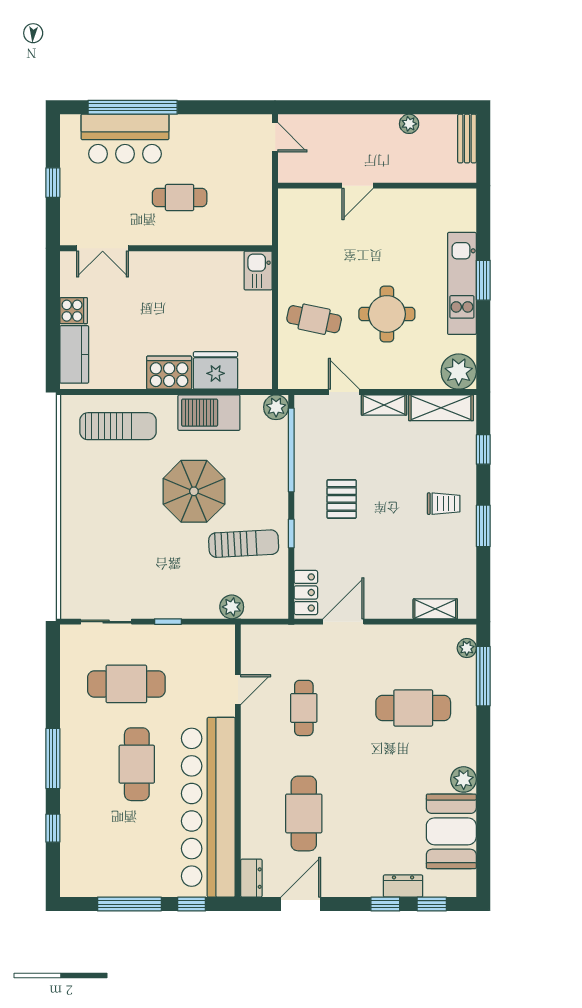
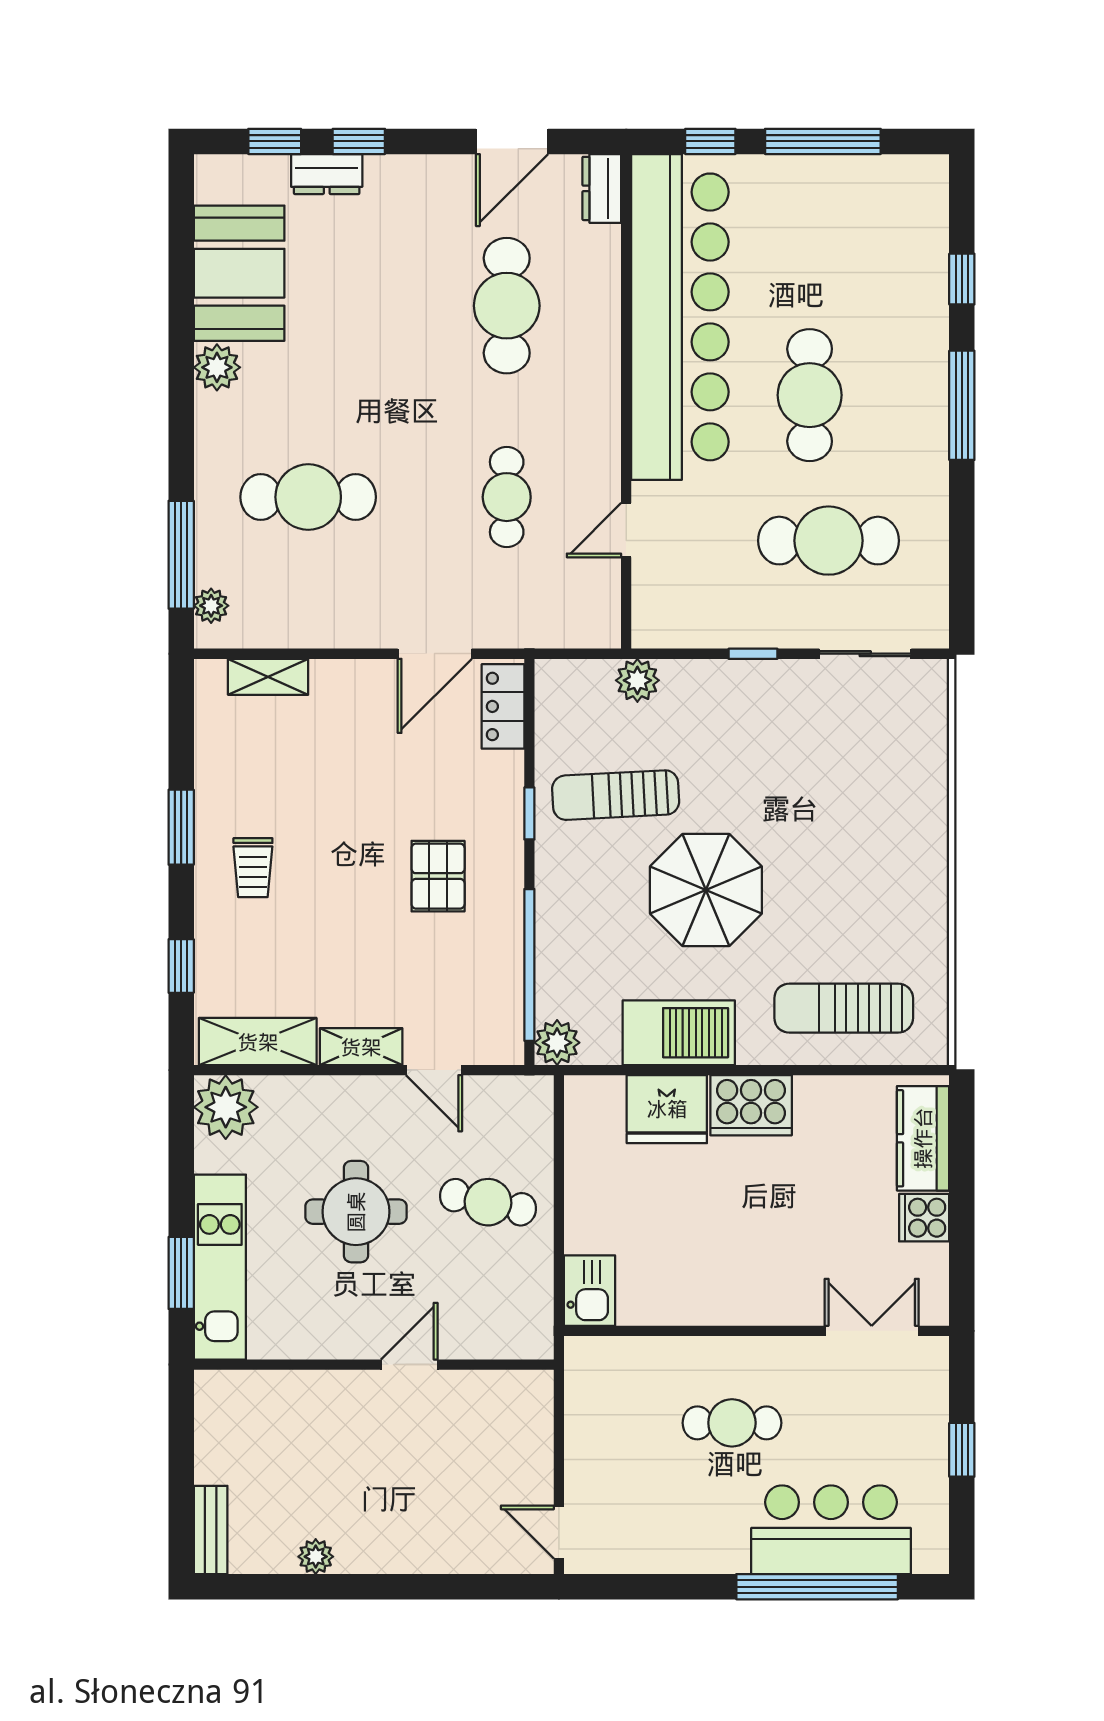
door: (358, 186) -> (409, 1365), moved
wall: (377, 186) -> (374, 1365), moved
trolley: (444, 504) -> (253, 868), turned -90

